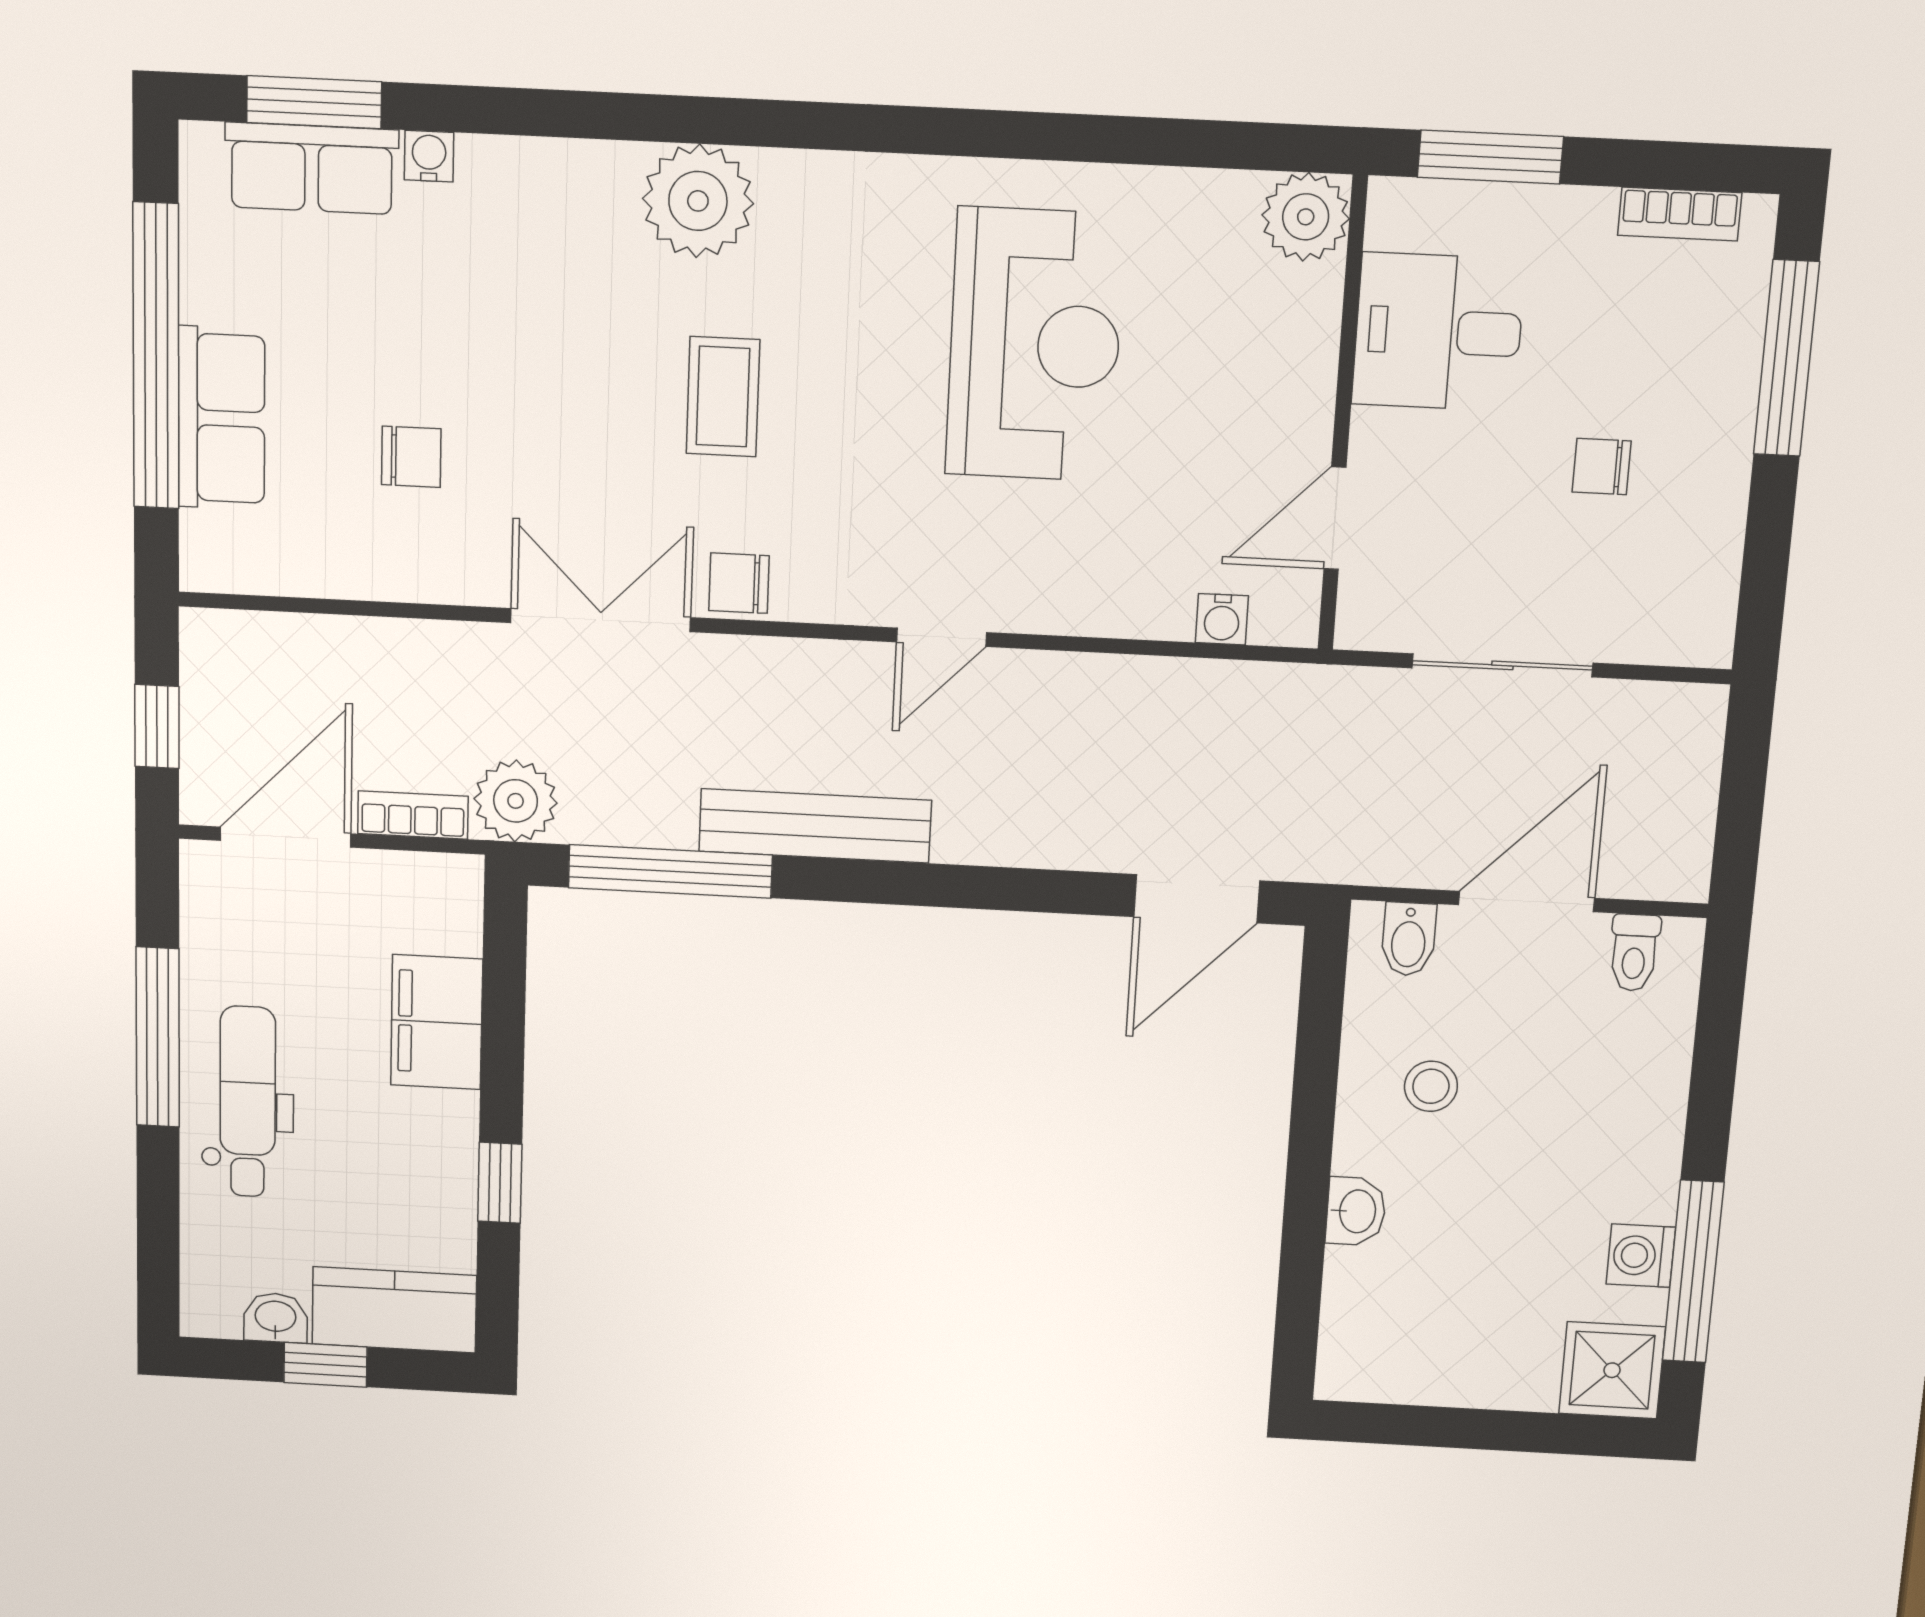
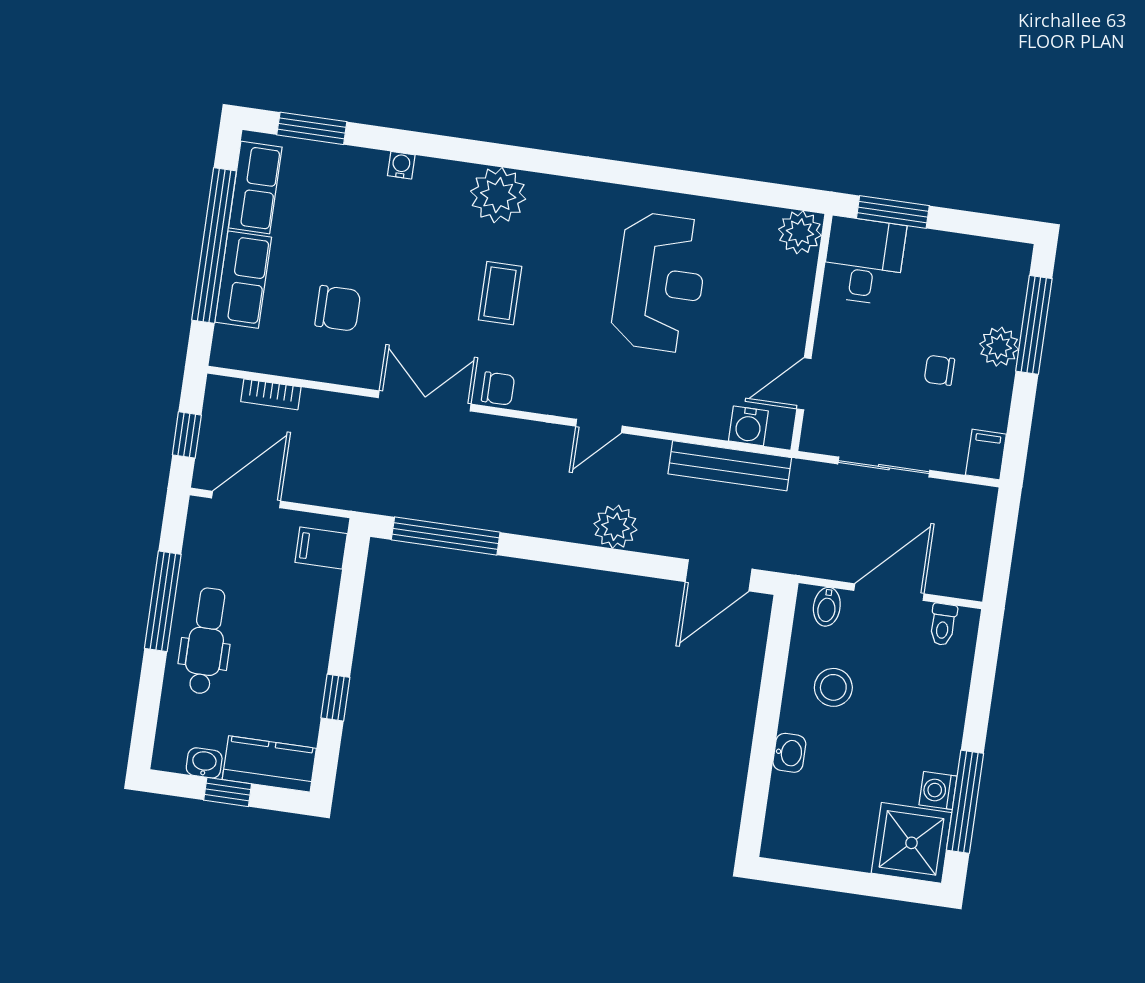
water cooler: (429, 156) -> (401, 165), moved
row of seats: (312, 168) -> (255, 187), moved, turned -90
bookcase: (1680, 214) -> (984, 249), removed
desk: (1438, 332) -> (864, 261), moved, turned 90
plant: (1719, 408) -> (999, 347), added
chair: (411, 457) -> (338, 308), width x1.37, depth x1.37
chair: (739, 583) -> (498, 389), turned 180
water cooler: (1222, 619) -> (748, 426), width x1.38, depth x1.38
filing cabinet: (1702, 623) -> (986, 454), added
plant: (516, 801) -> (615, 527), moved
bookcase: (413, 815) -> (271, 394), moved, turned 180
bench: (815, 826) -> (730, 466), moved
filing cabinet: (437, 1022) -> (321, 548), moved, width x0.50
stool: (1431, 1086) -> (833, 687), width x1.37, depth x1.37
shower: (1612, 1370) -> (912, 843), width x1.36, depth x1.36

